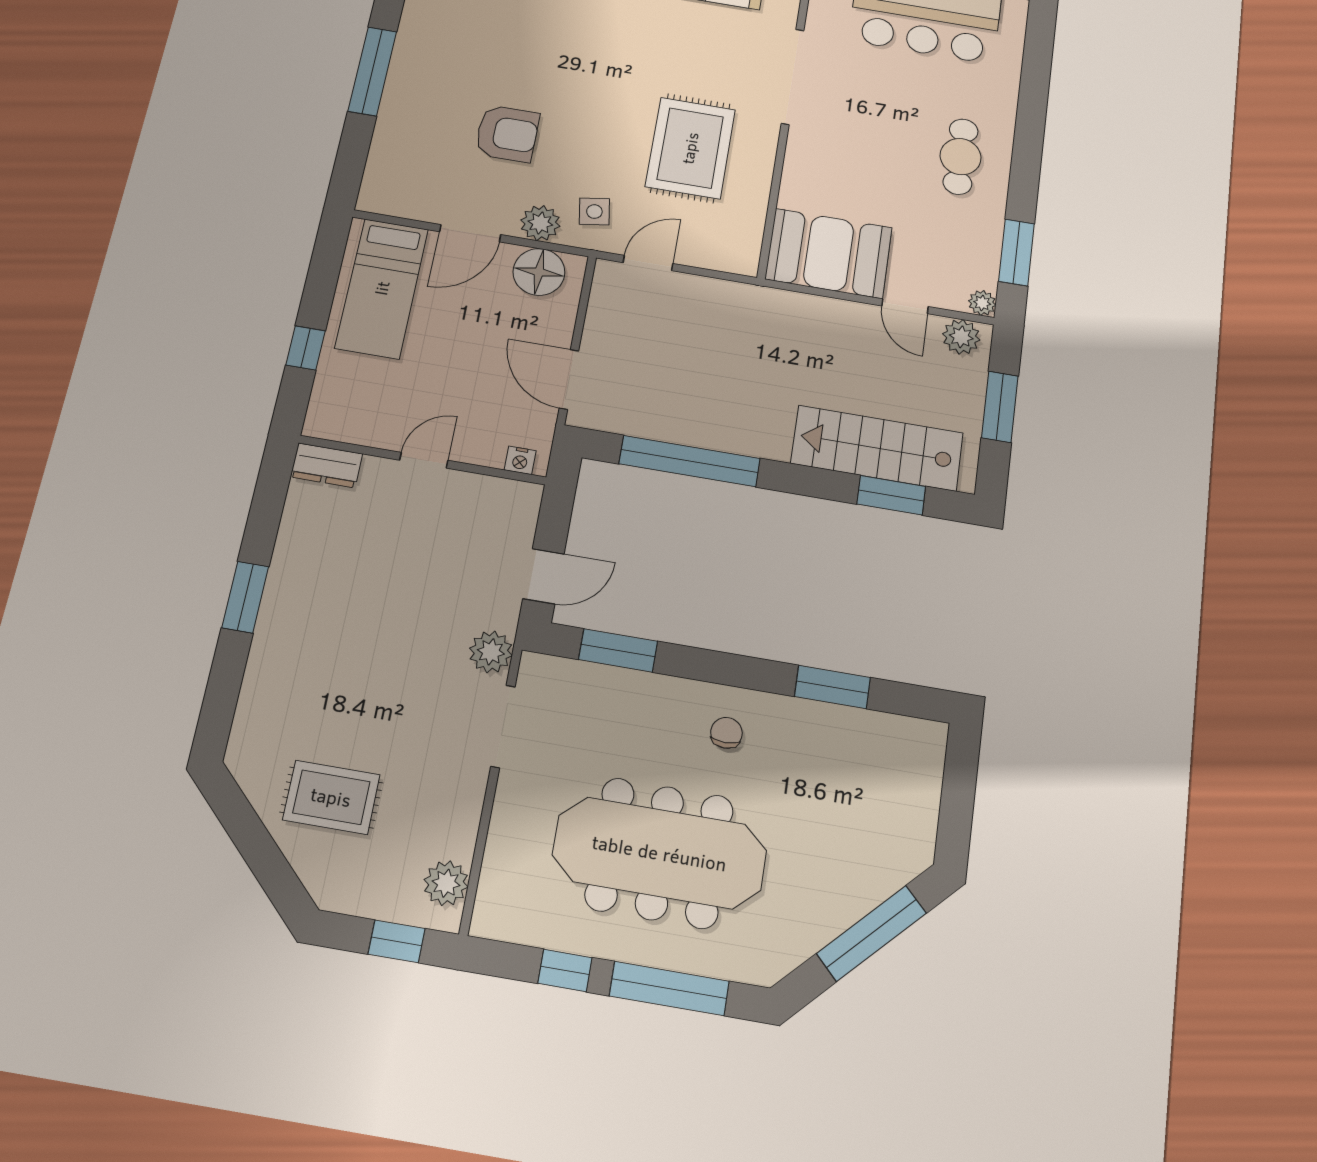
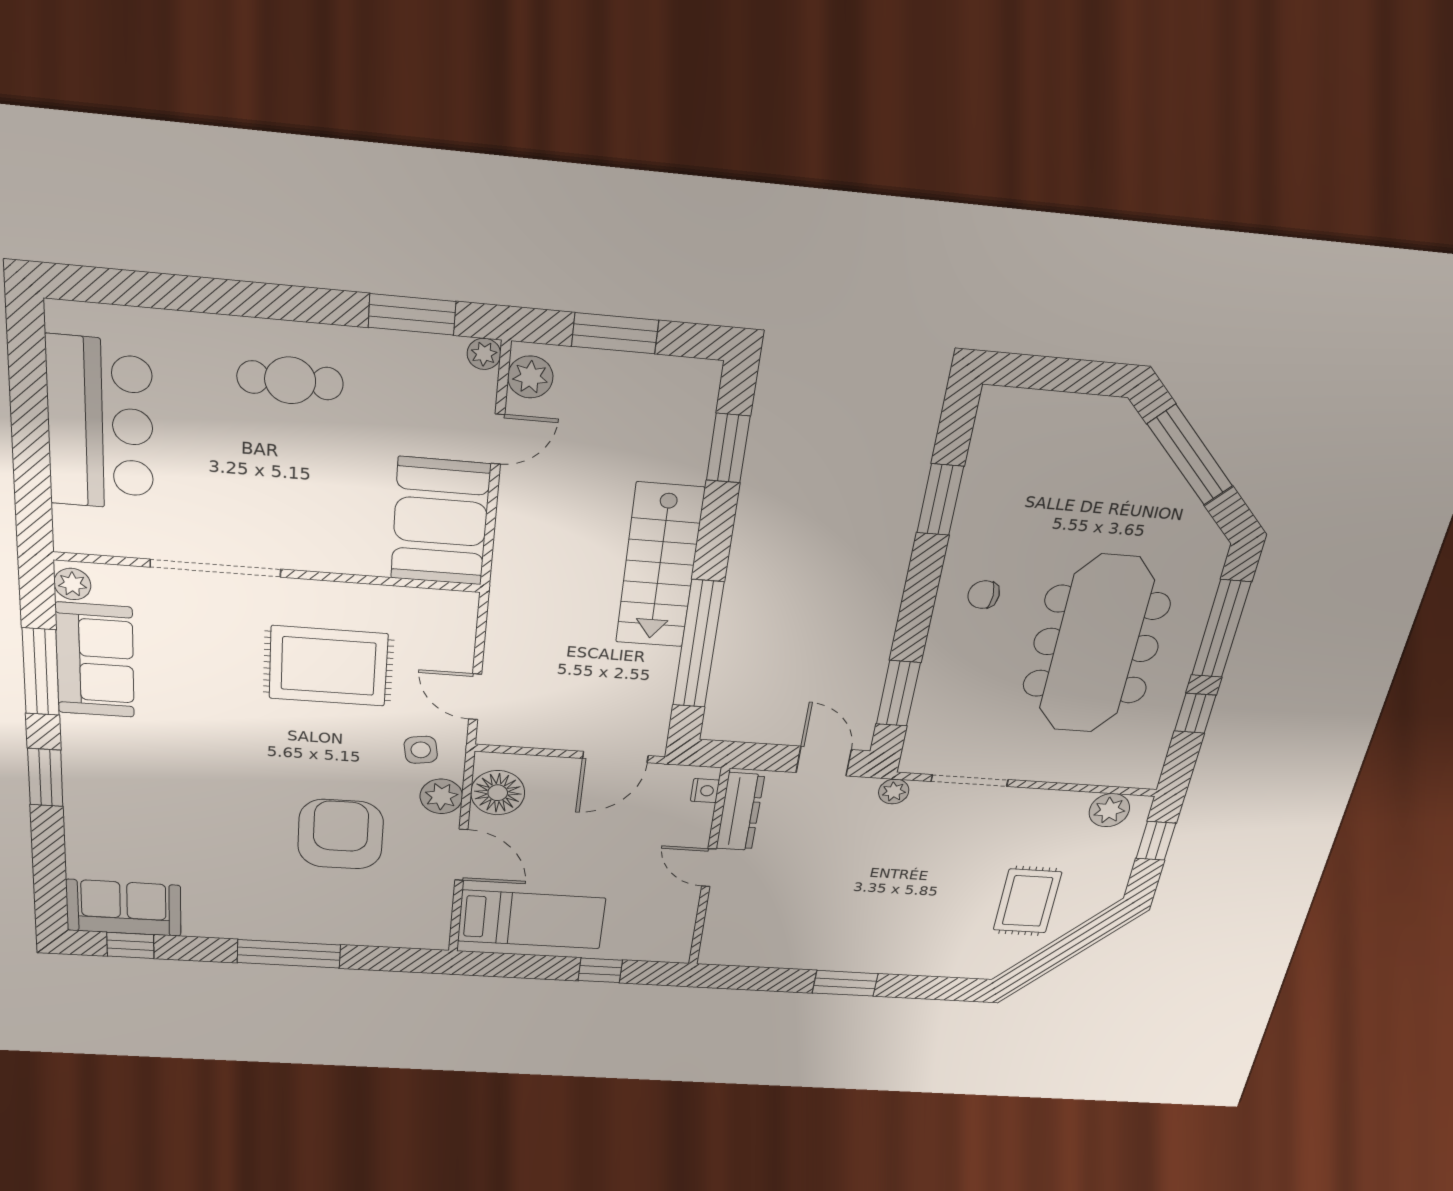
armchair: (507, 134) -> (341, 834), width x1.36, depth x1.36
stairs: (877, 448) -> (660, 566), moved
dresser: (327, 465) -> (740, 812), moved, width x1.44
plant: (491, 652) -> (894, 791), width x0.73, depth x0.73

